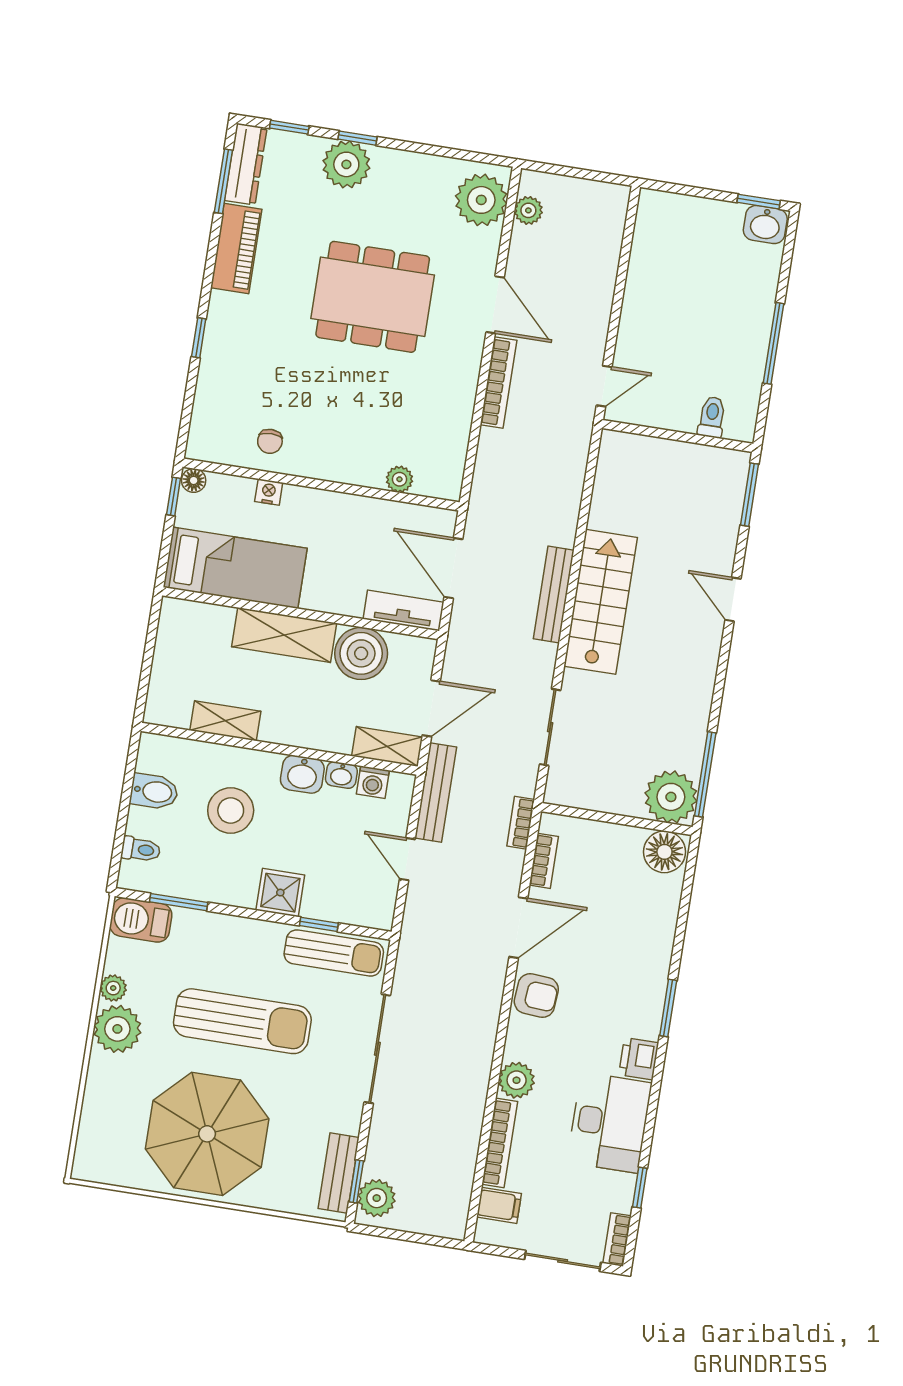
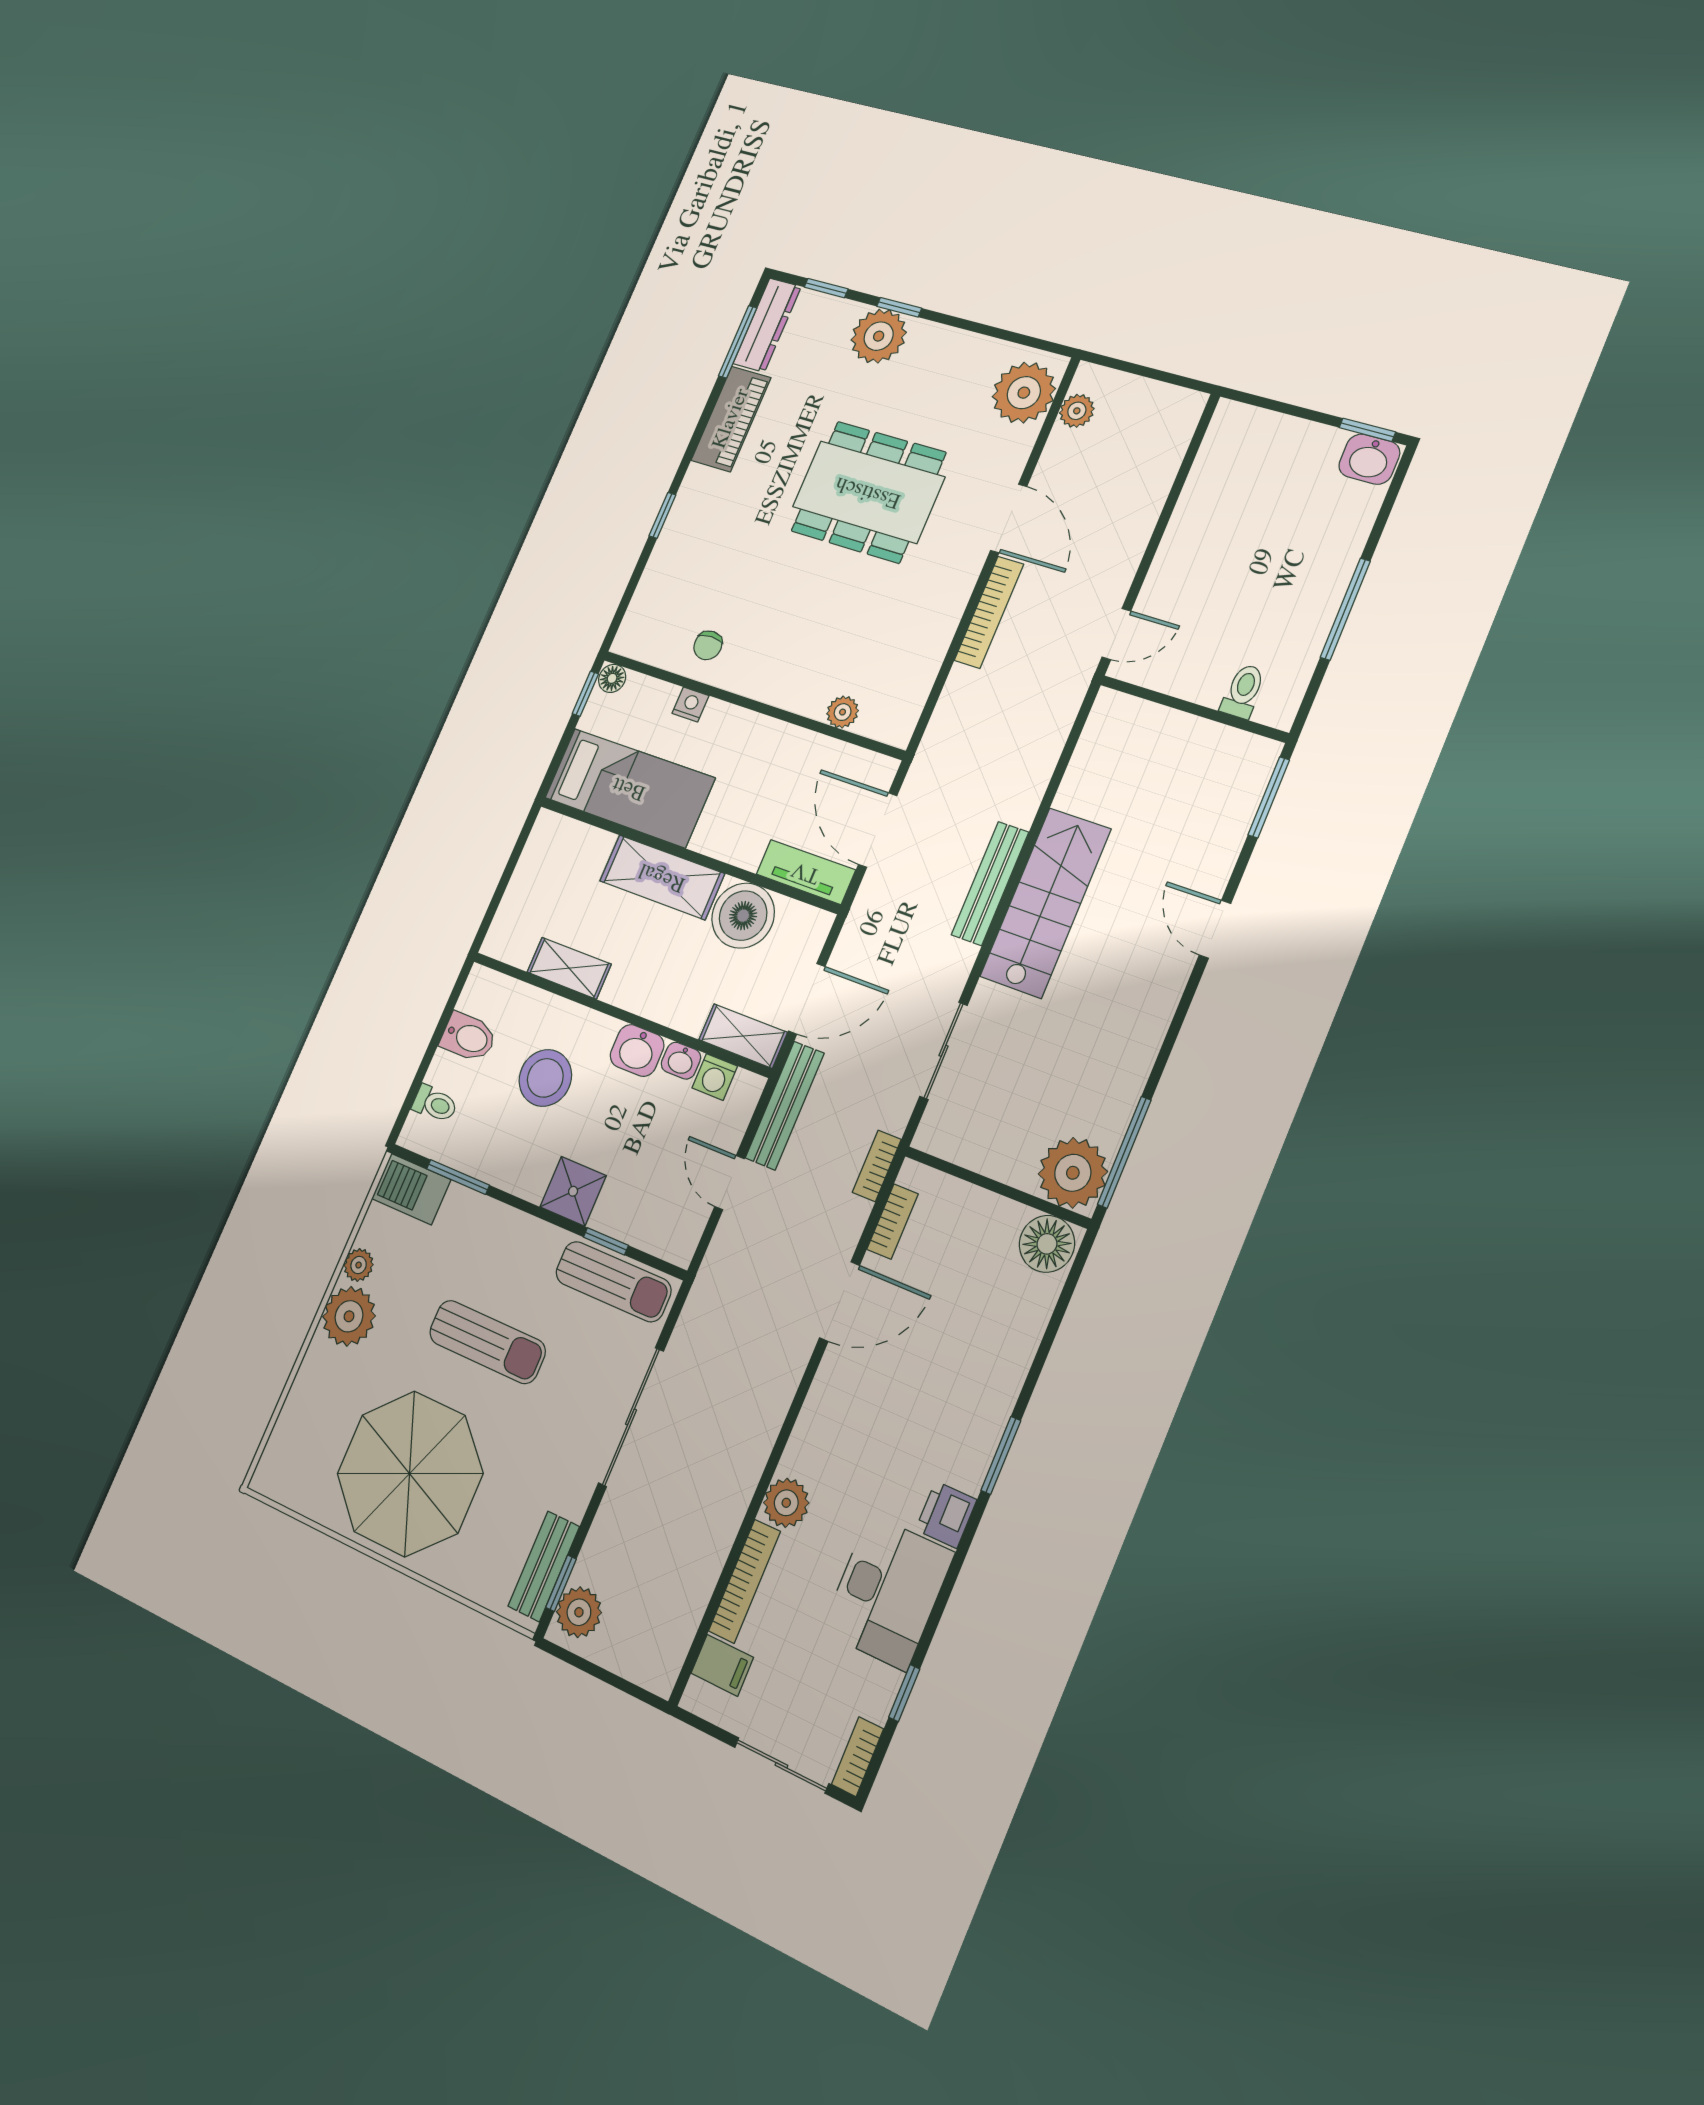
armchair: (536, 995) -> (839, 1396), removed
sun lounger: (242, 1021) -> (487, 1342), width x0.73, depth x0.75

